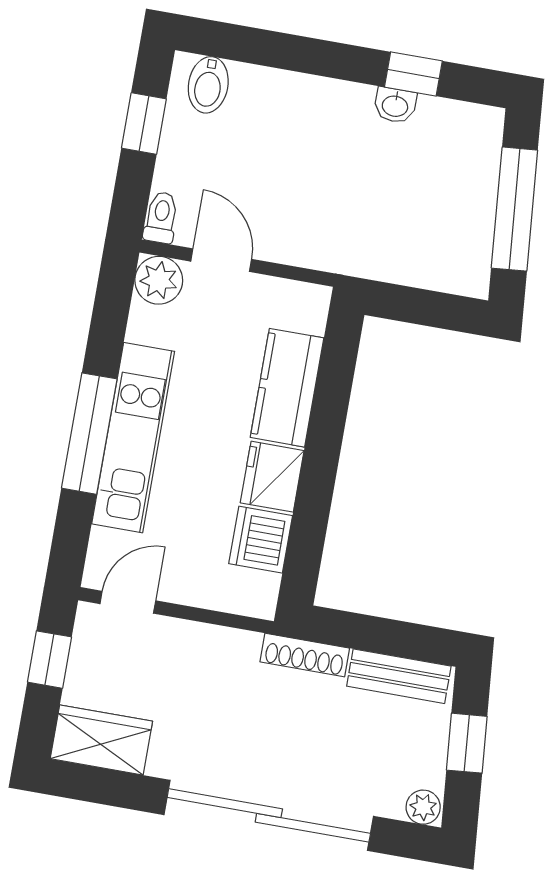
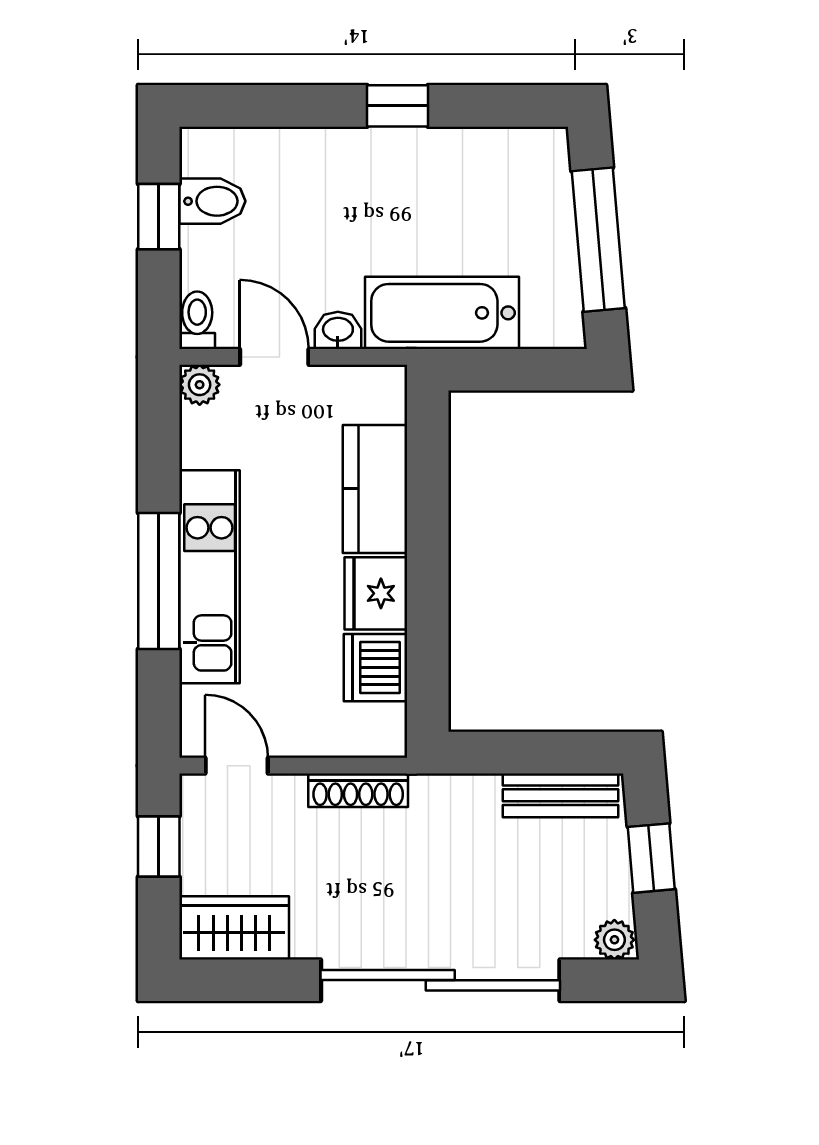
window: (413, 74) -> (397, 106), moved
bidet: (208, 85) -> (212, 201), moved, turned -90
washbasin: (395, 105) -> (338, 330), moved, turned 180
bathtub: (370, 248) -> (442, 313), added
plant: (159, 280) -> (200, 385), width x0.73, depth x0.73
door: (128, 602) -> (237, 766), hinge flipped
shoe rack: (305, 655) -> (358, 790), moved

